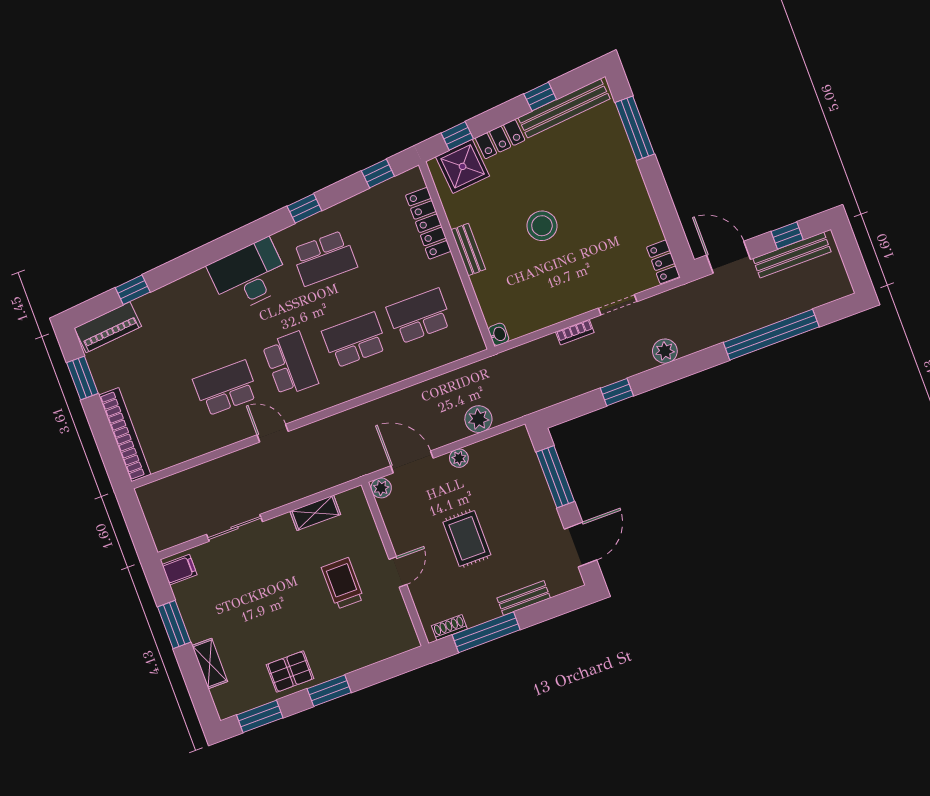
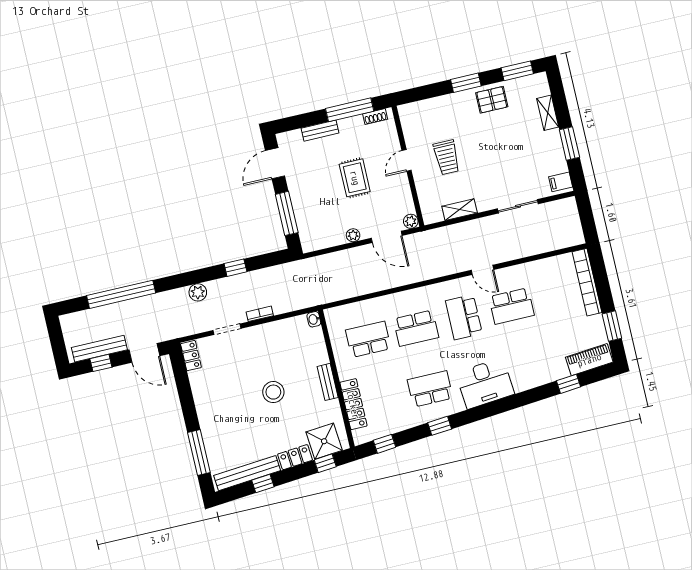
school desk: (419, 316) -> (368, 339), turned 180
plant: (478, 419) -> (336, 261), removed

